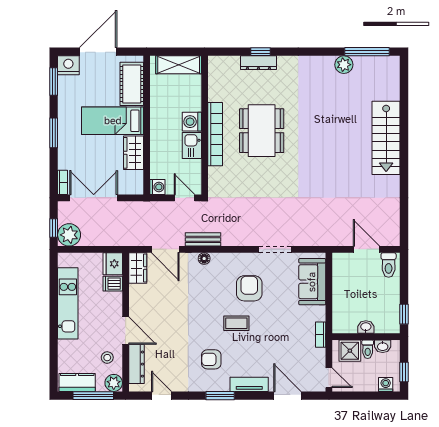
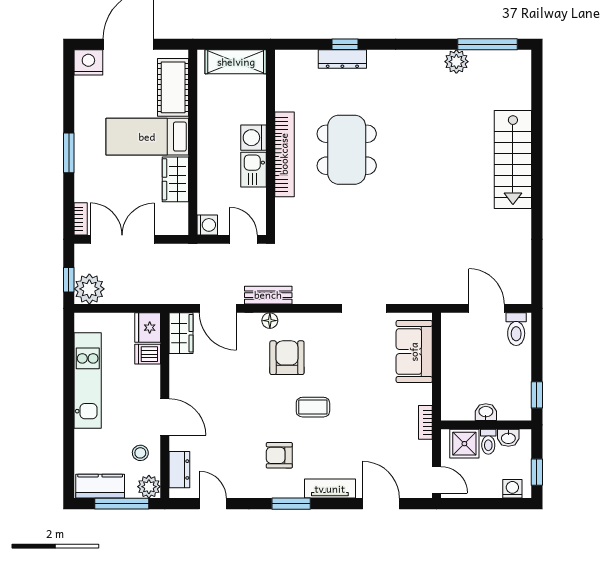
window: (54, 81) -> (69, 84), removed
armchair: (249, 288) -> (287, 358), moved
dresser: (136, 364) -> (179, 470), width x0.70

